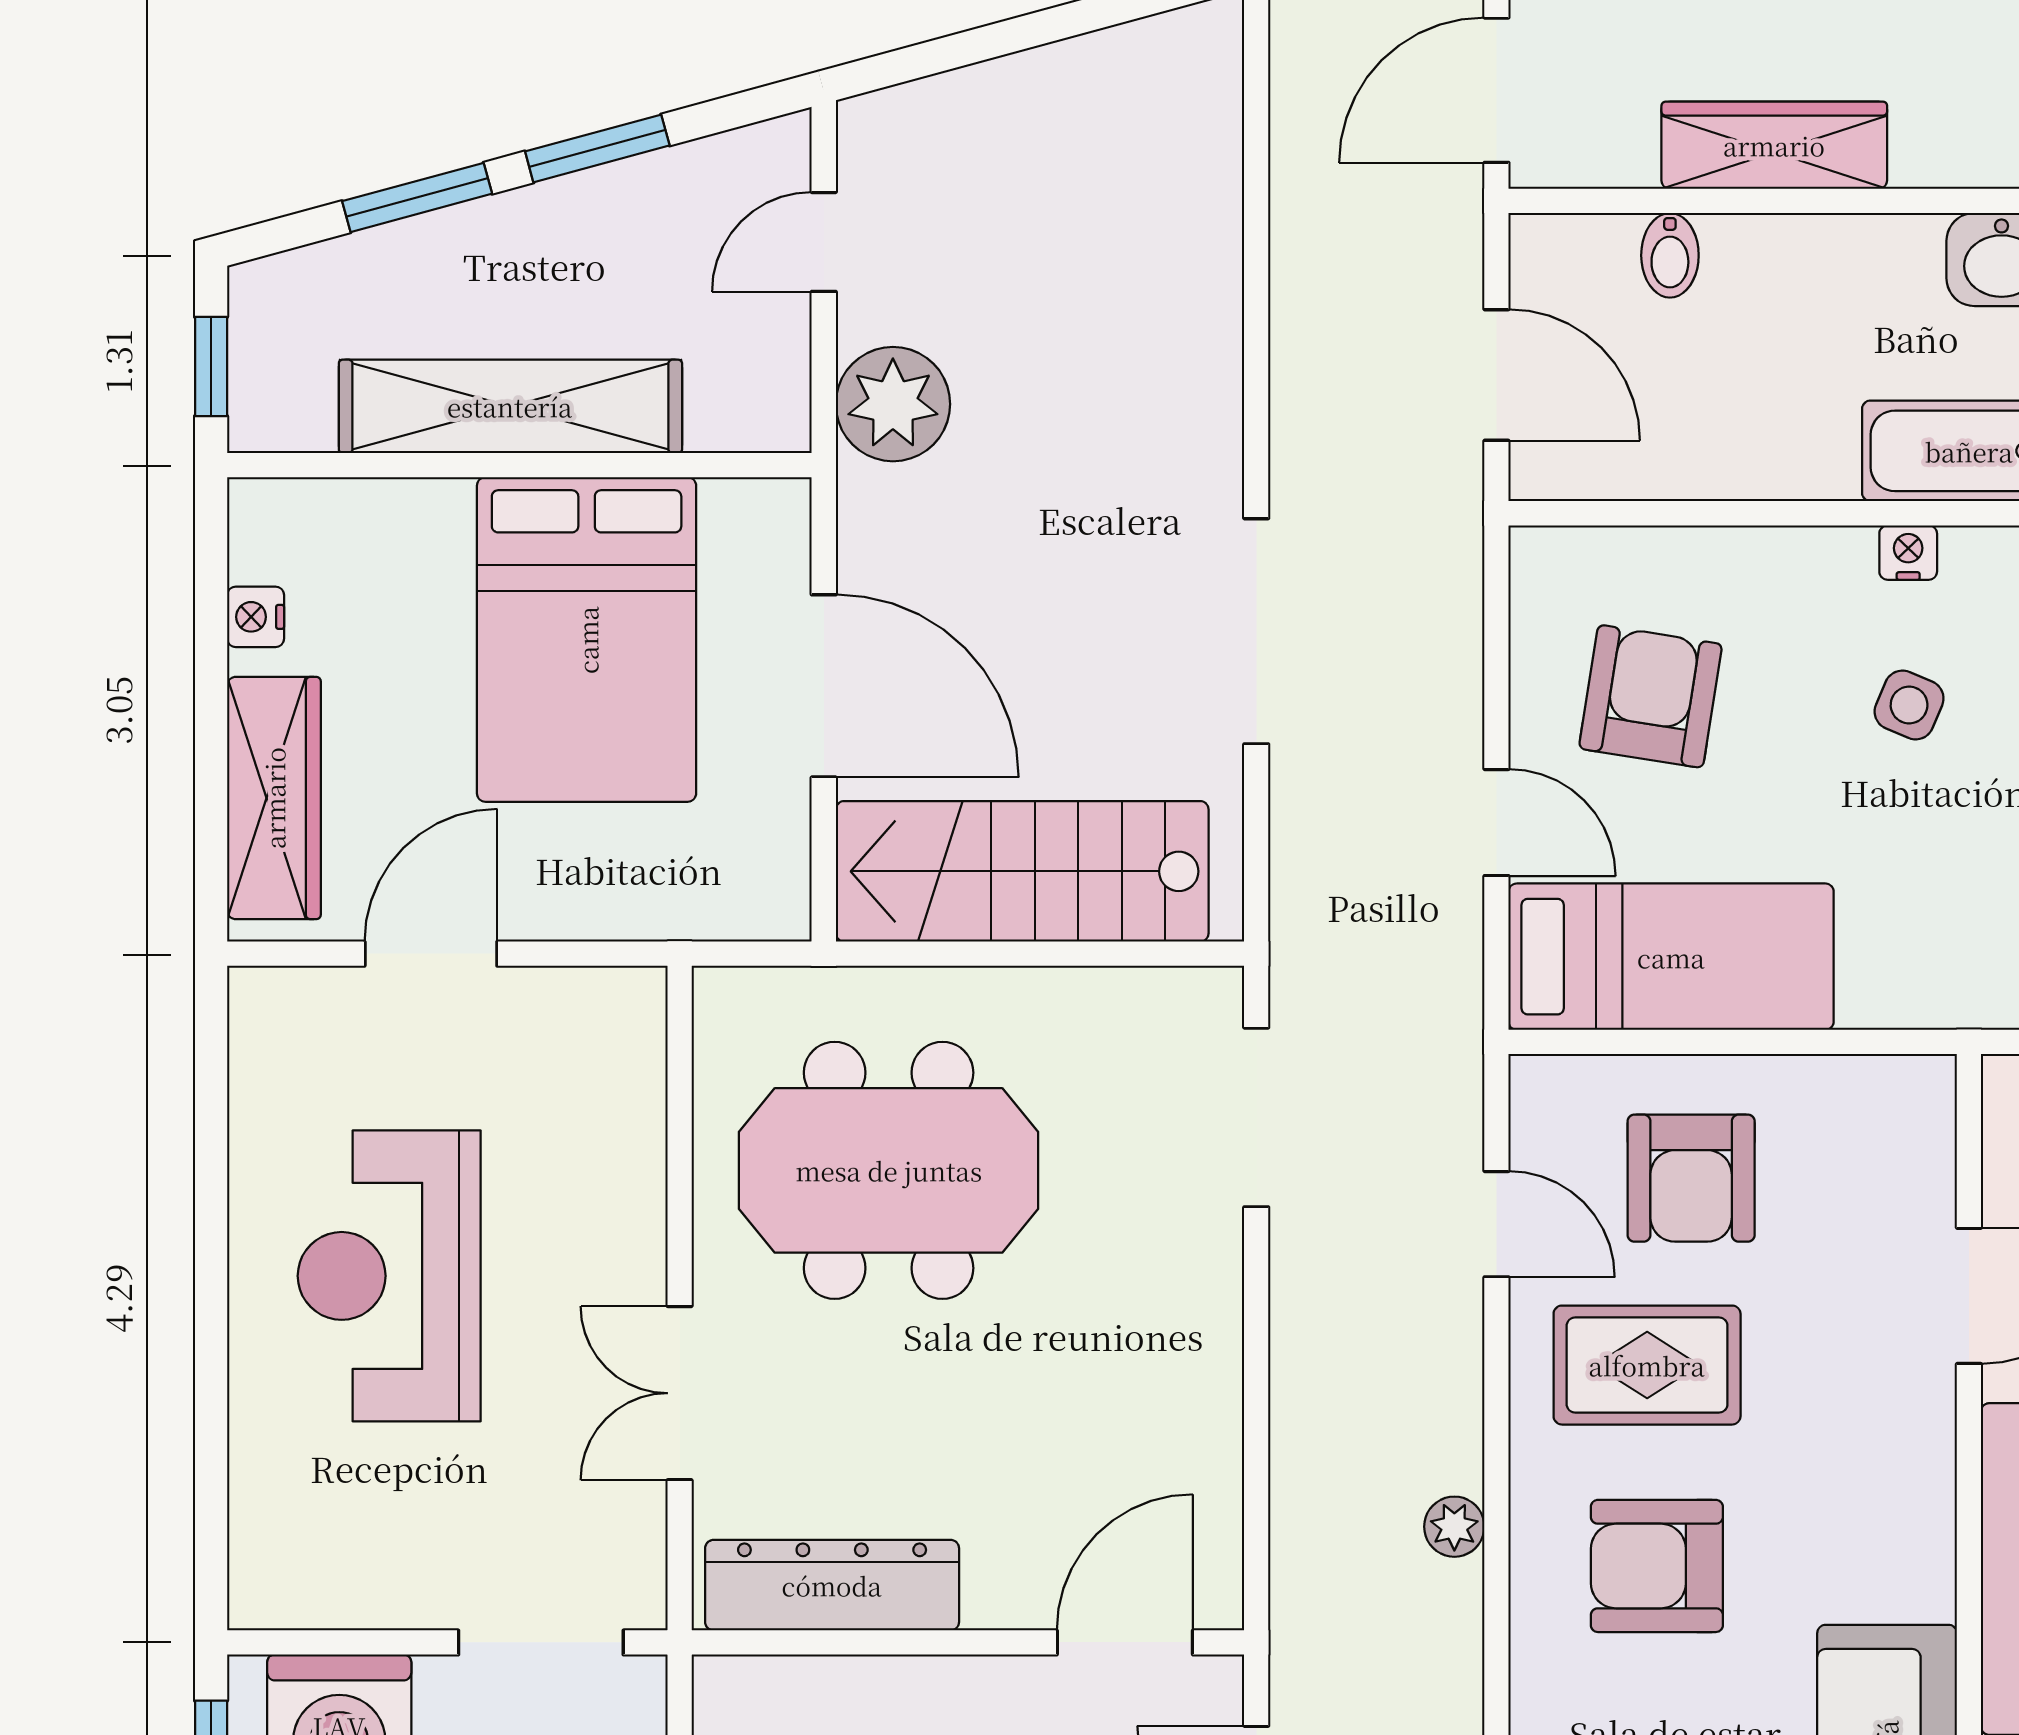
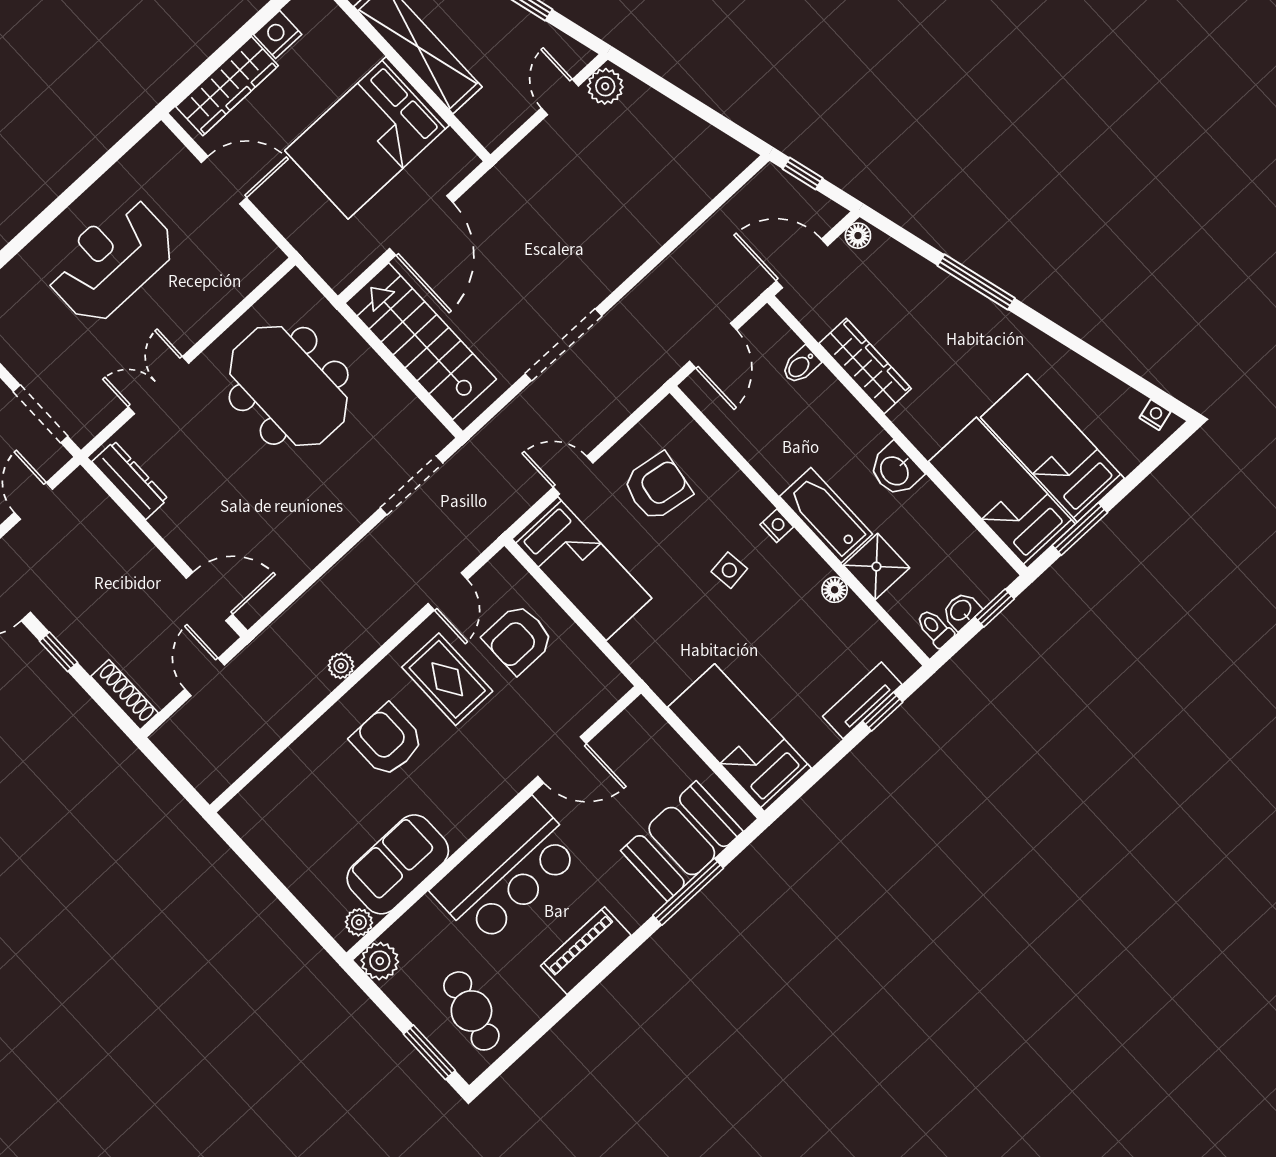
door: (824, 242) -> (560, 97), hinge flipped
plant: (893, 404) -> (605, 86), moved, width x0.73, depth x0.73
nightstand: (256, 617) -> (278, 34), width x1.39, depth x1.35
side table: (1909, 705) -> (729, 570), turned -30
door: (1496, 823) -> (573, 475), swing flipped
dresser: (832, 1585) -> (130, 480), width x0.73, depth x0.80

